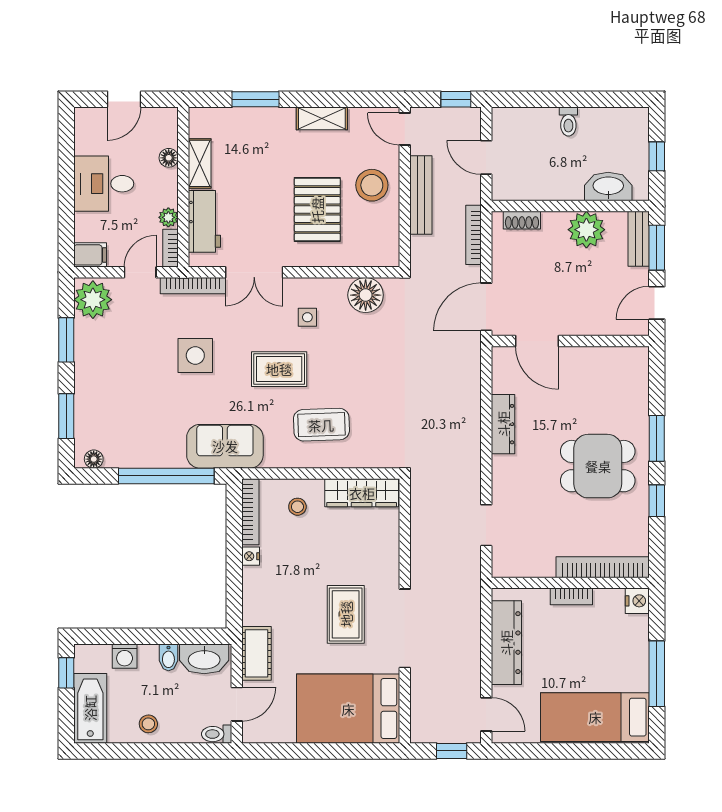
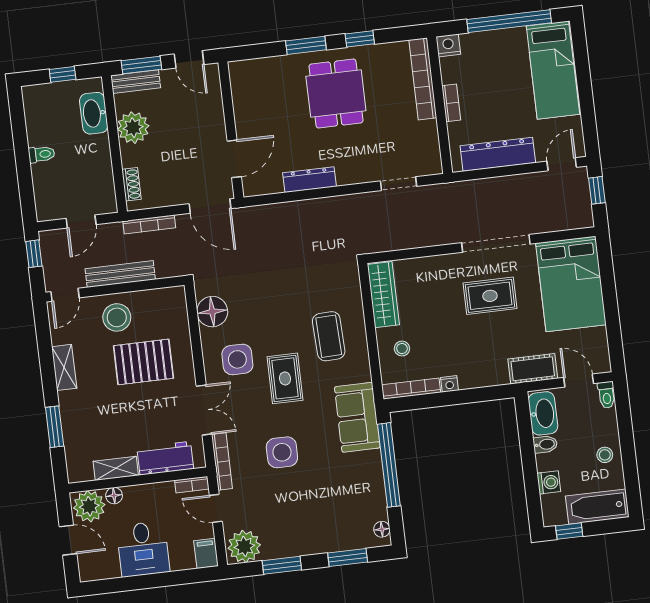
plant: (168, 217) -> (89, 506), moved, width x1.88, depth x1.88
side table: (307, 317) -> (237, 359), width x1.87, depth x1.87
window: (657, 674) -> (509, 21), width x1.46

